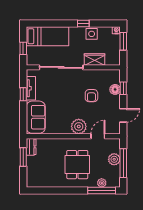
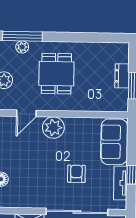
armchair: (91, 96) -> (76, 174), moved
dresser: (31, 147) -> (122, 76), moved

